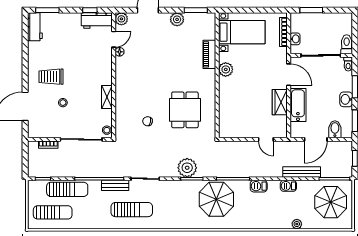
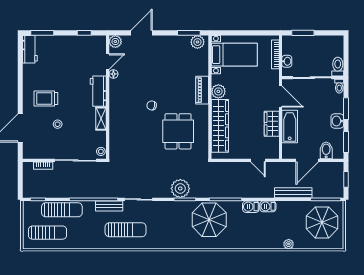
plant: (177, 19) -> (197, 42), moved
workbench: (97, 21) -> (98, 91), moved, turned 90
piano: (209, 54) -> (202, 90), moved
wardrobe: (227, 104) -> (220, 126), added
chair: (148, 121) -> (152, 105), moved
barbecue: (288, 186) -> (268, 206), moved

